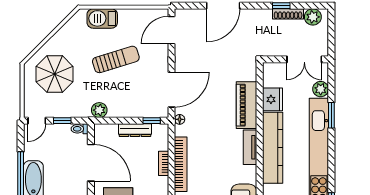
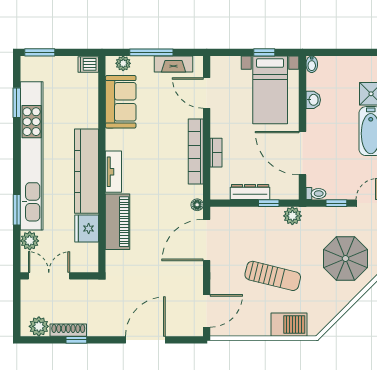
sun lounger: (116, 59) -> (273, 276), turned -149
window: (152, 121) -> (269, 203), moved

